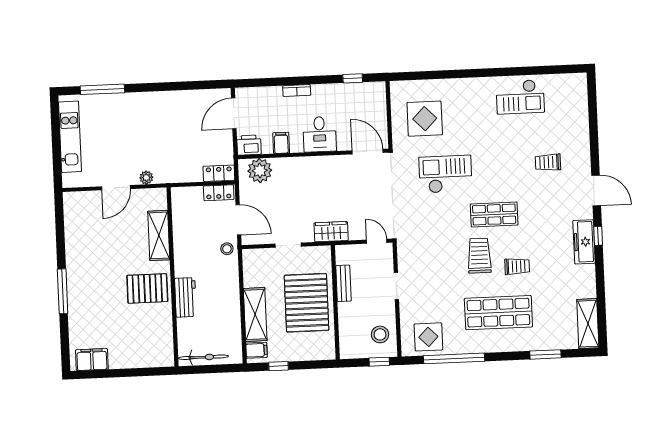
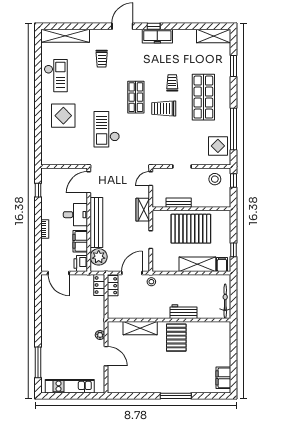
shelving: (579, 108) -> (65, 36), added
display table: (425, 119) -> (63, 116), moved
filing cabinet: (281, 143) -> (80, 241), width x2.00
bench: (310, 165) -> (96, 222), added

